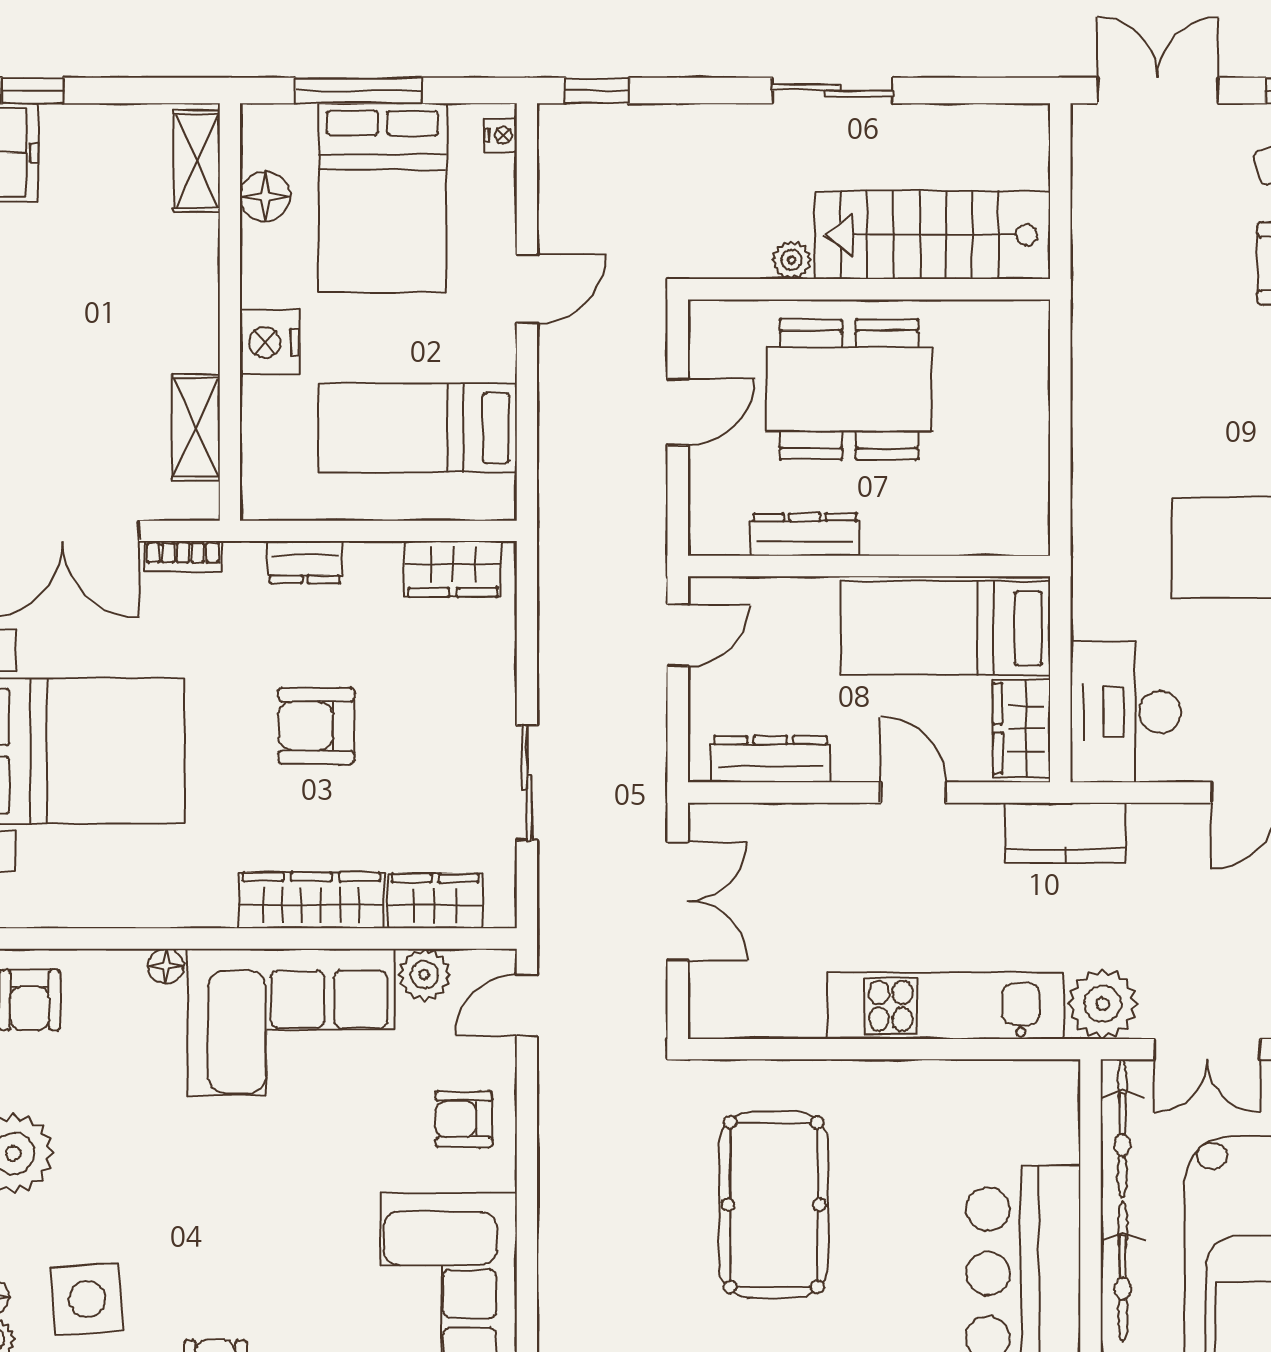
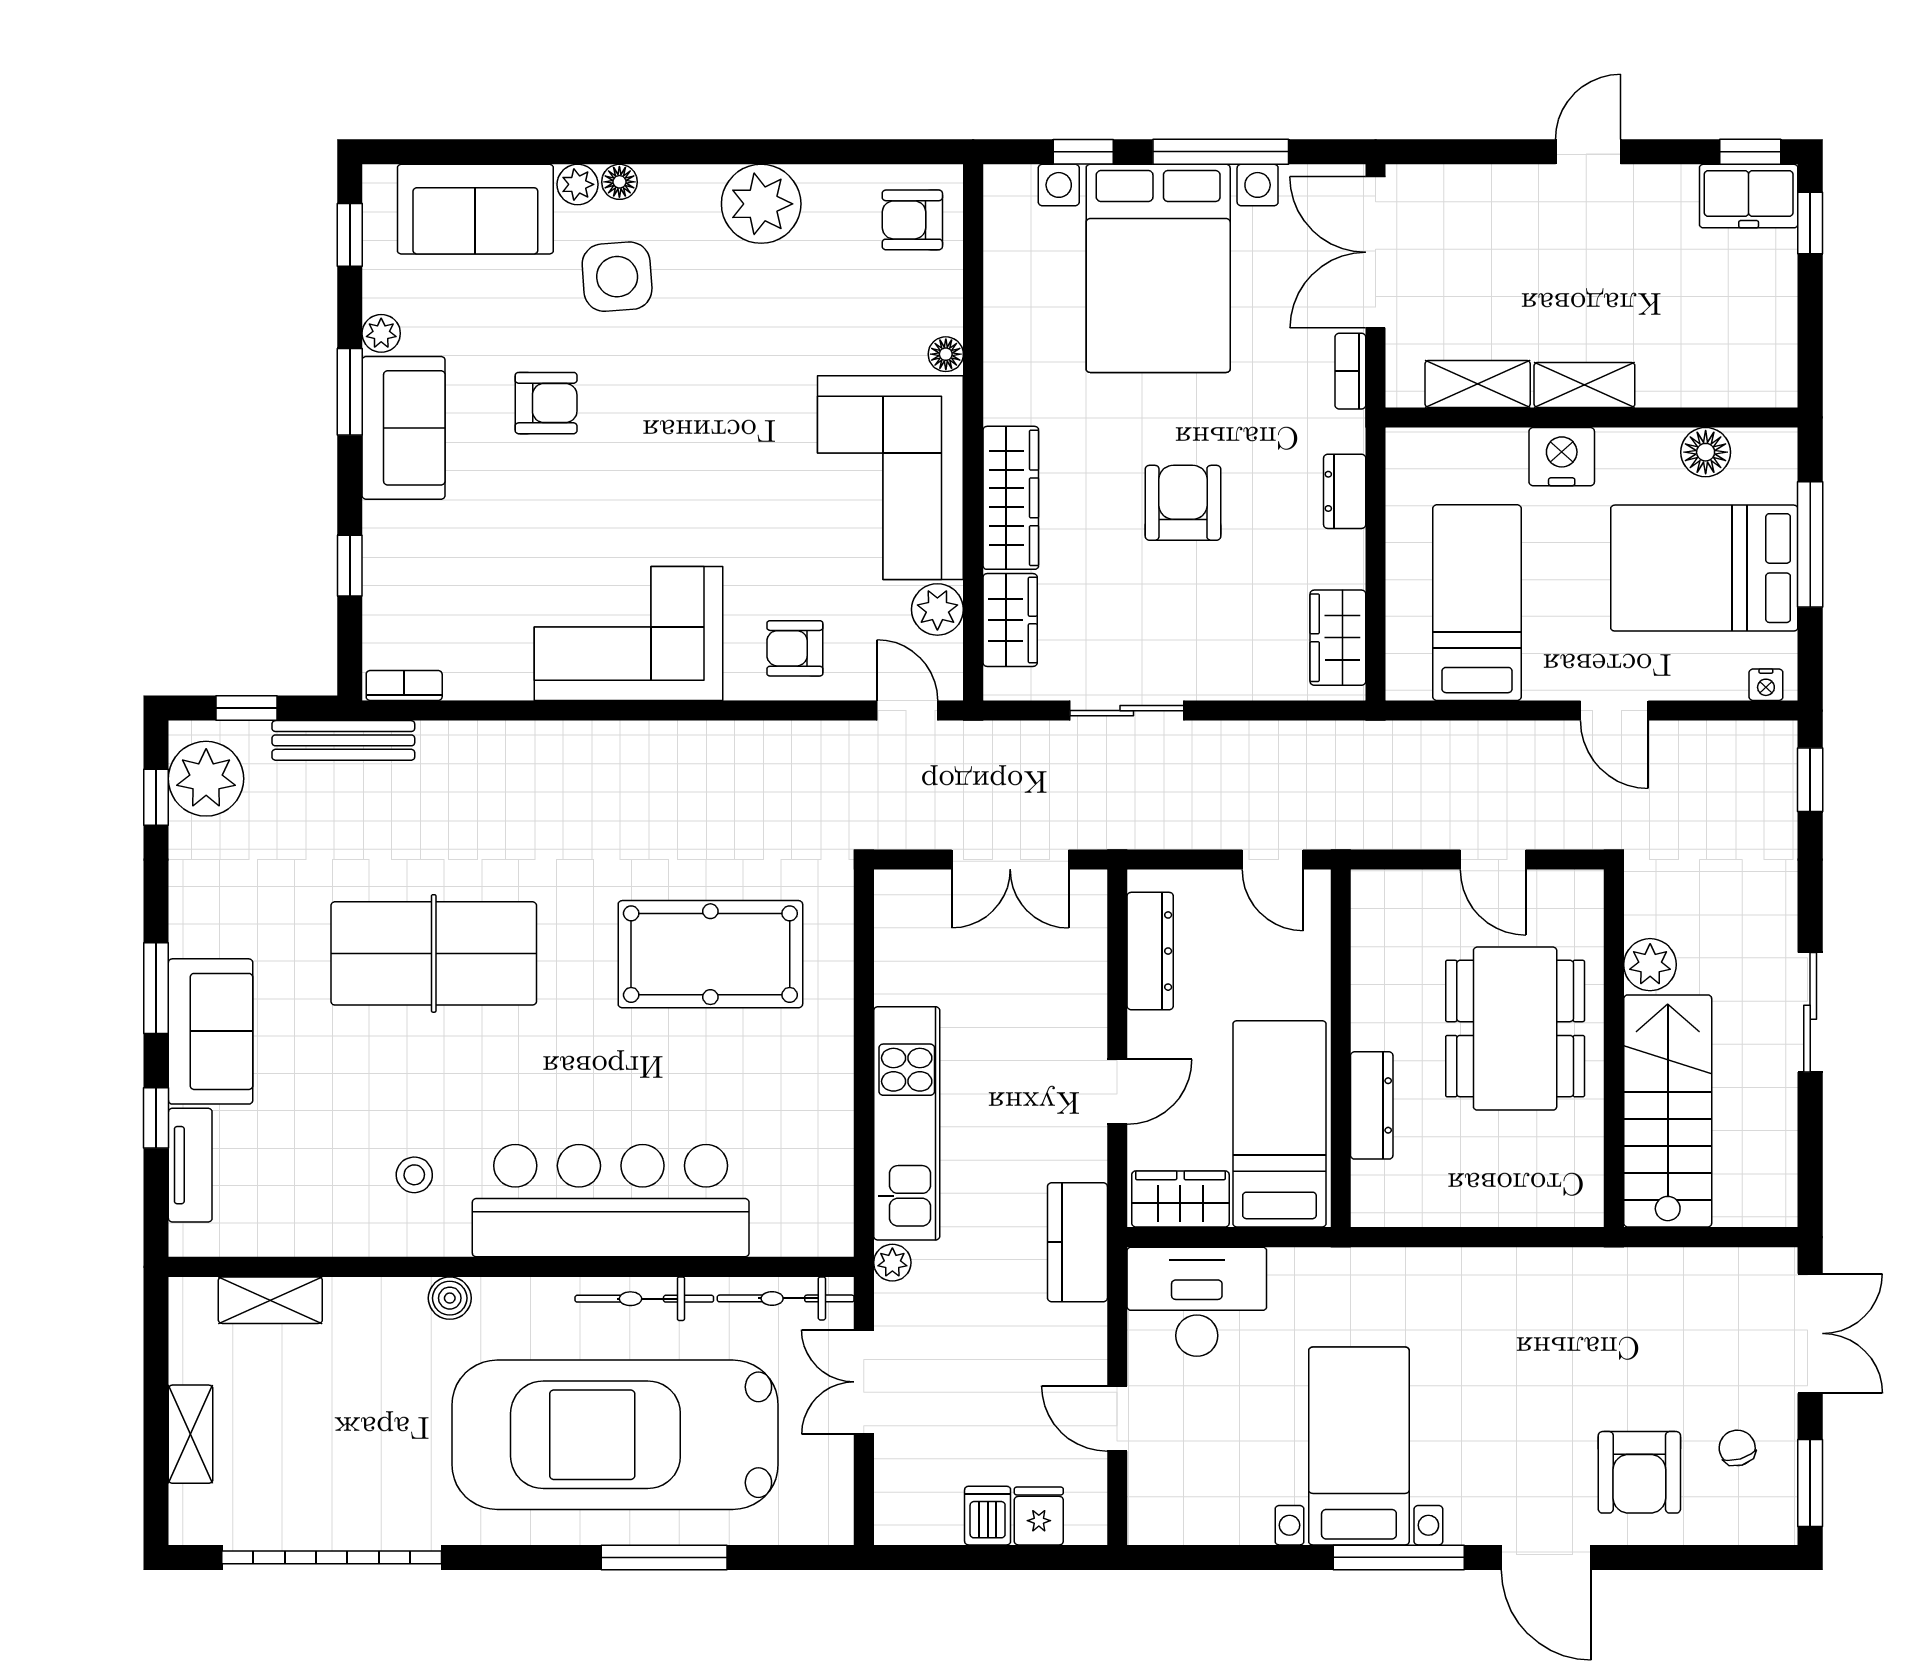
shelving: (197, 161) -> (1584, 385), moved
plant: (792, 260) -> (1650, 965), width x1.38, depth x1.38
dresser: (805, 535) -> (1372, 1105), moved
plant: (1103, 1004) -> (892, 1263), width x0.53, depth x0.53
armchair: (464, 1119) -> (795, 648), turned -90

